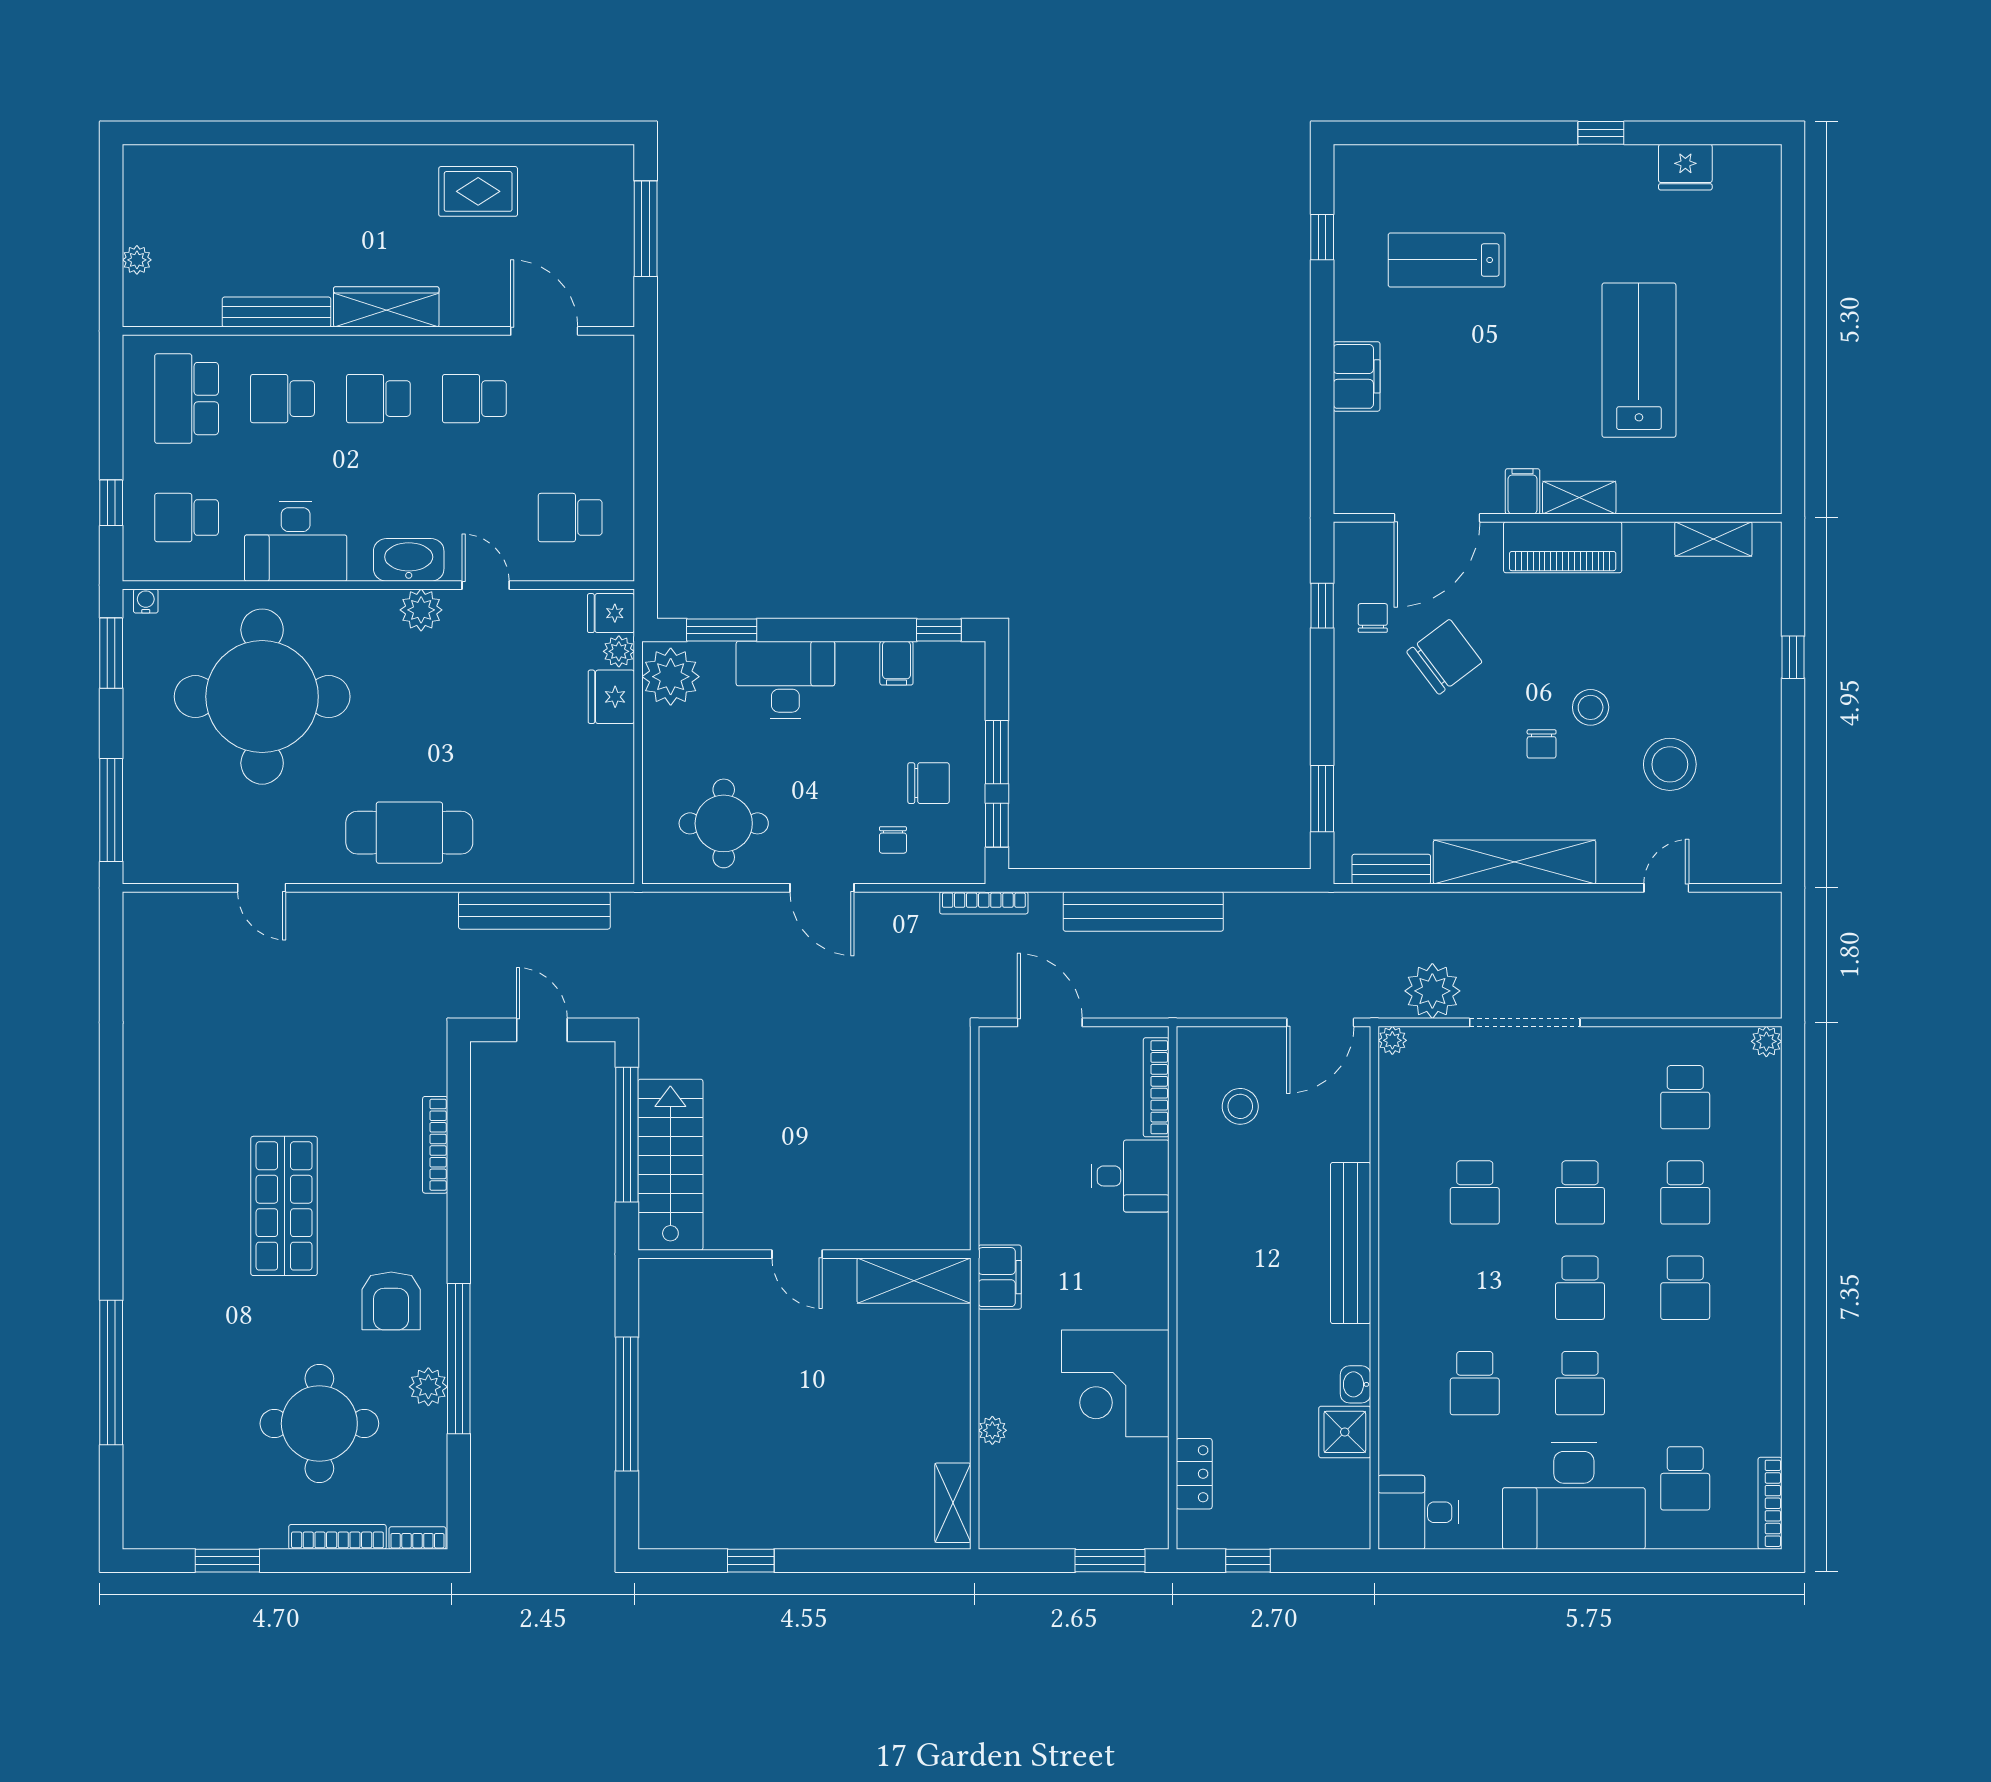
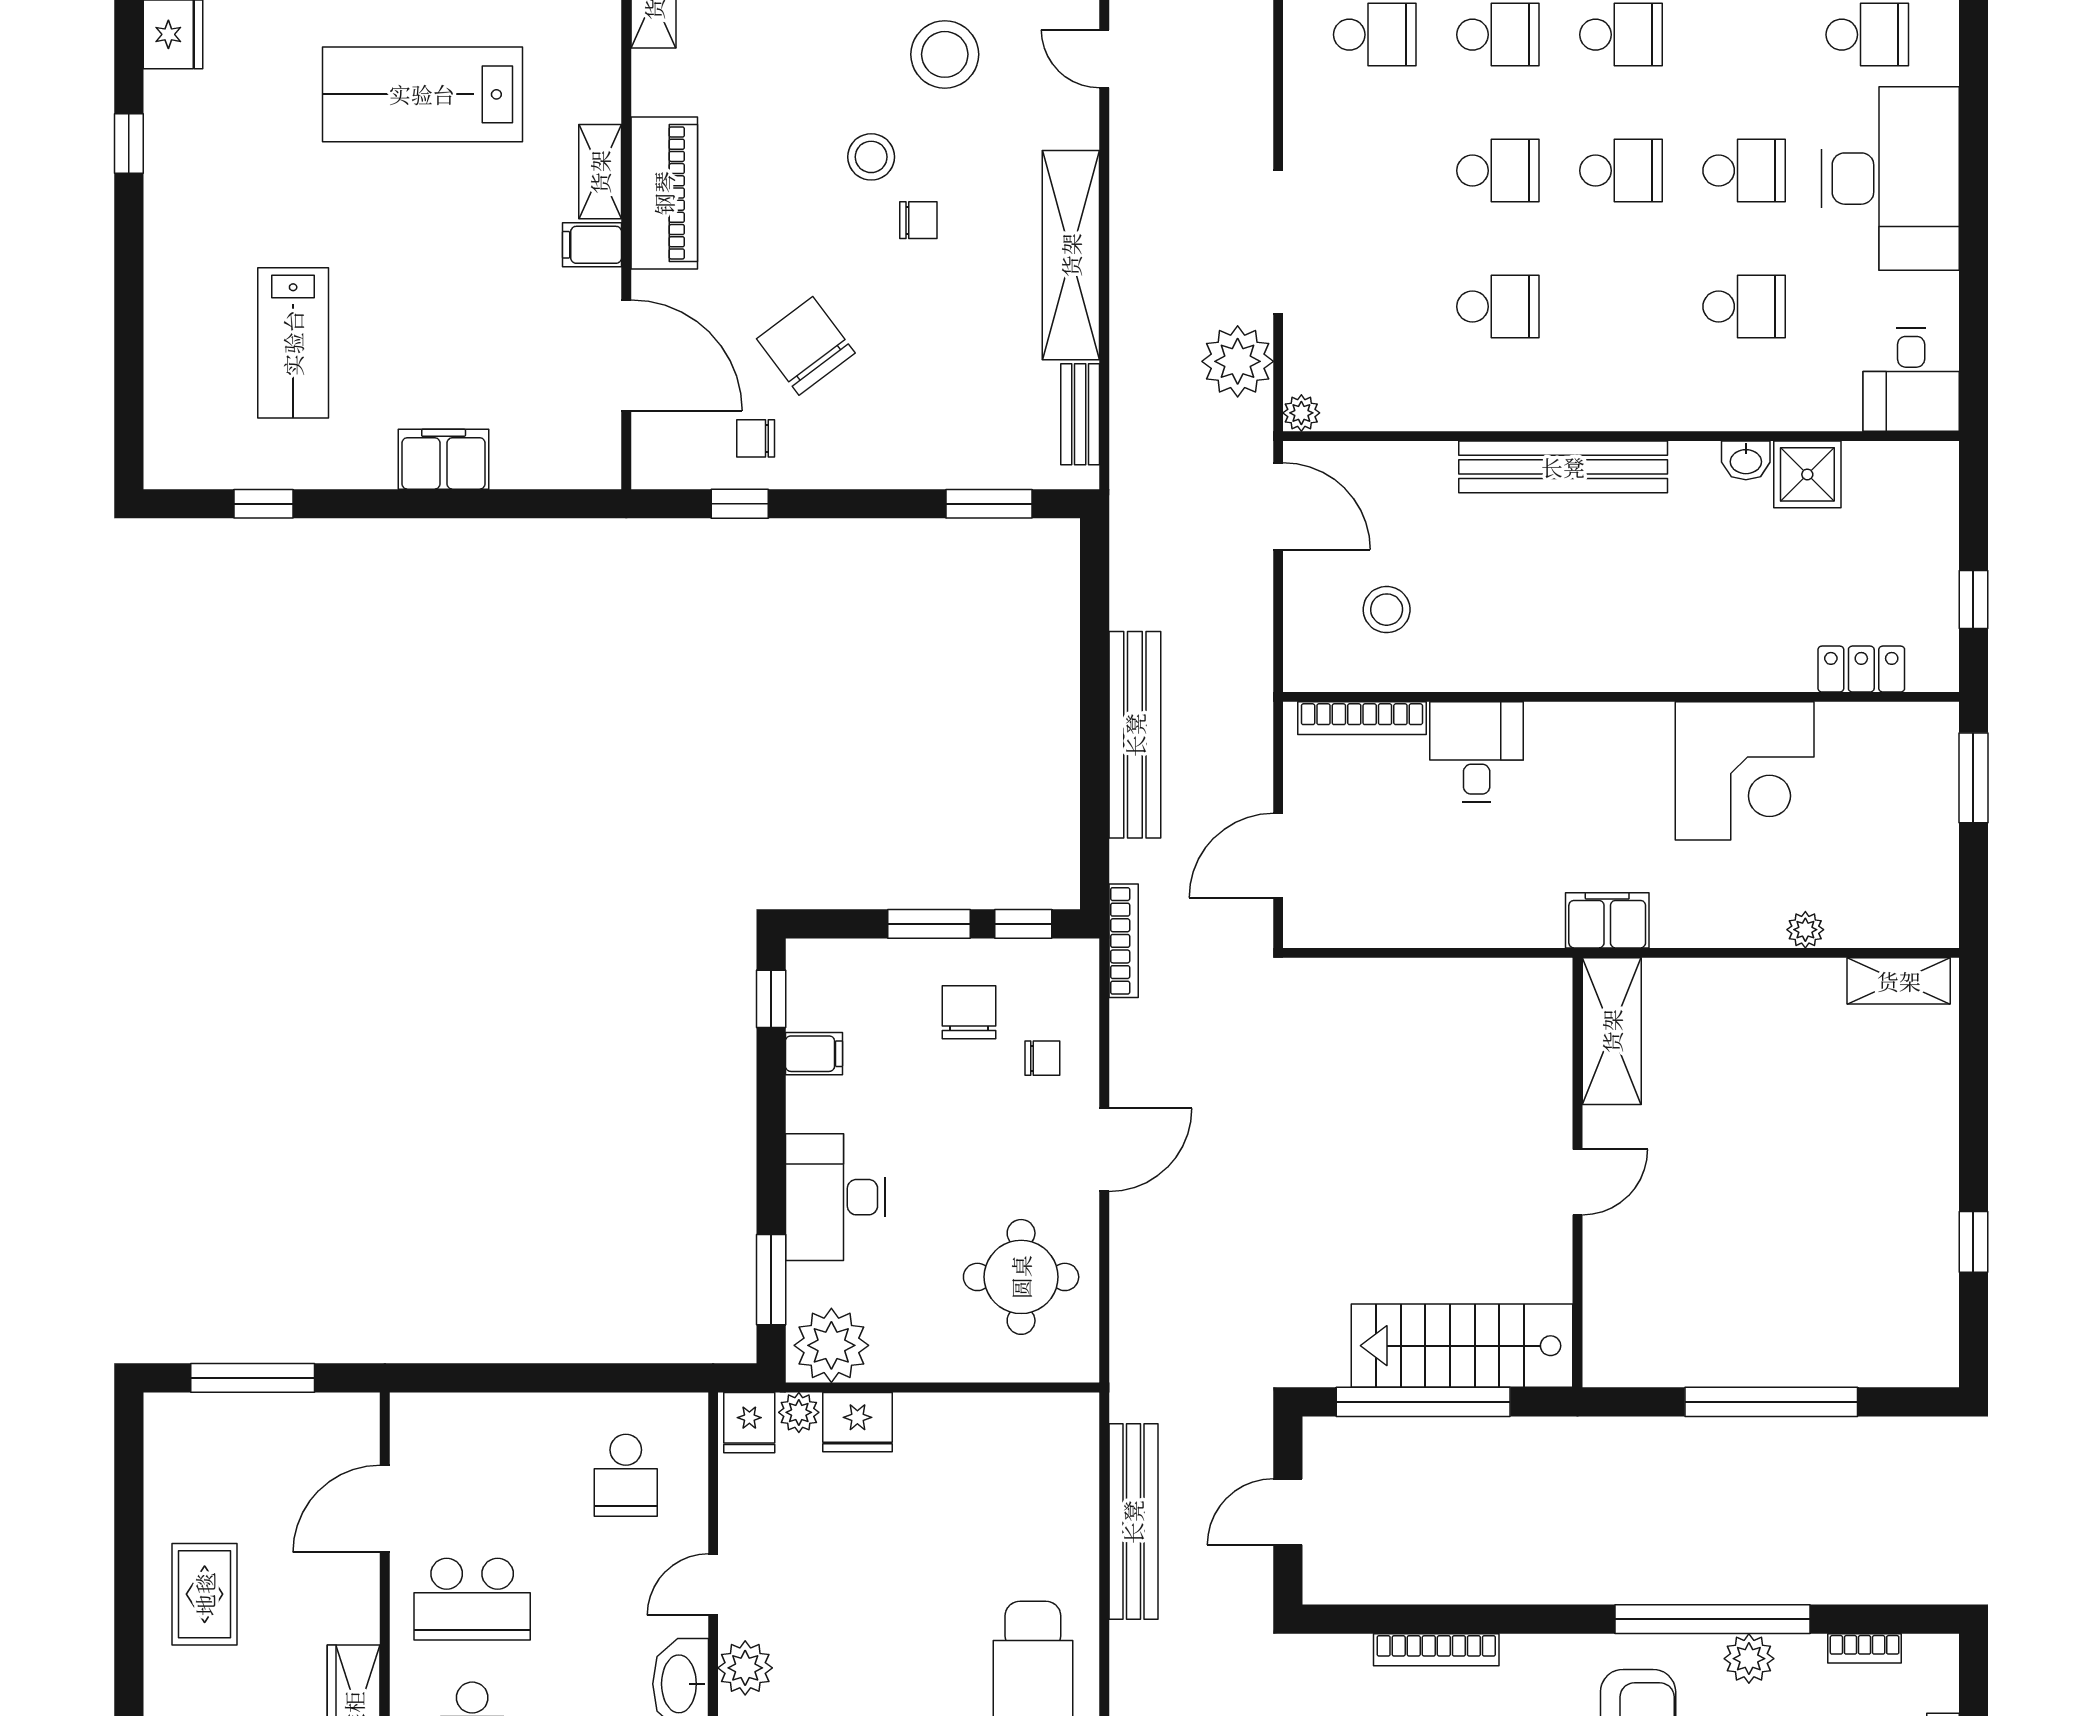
school desk: (474, 399) -> (472, 1599), width x1.85
bookcase: (417, 1538) -> (1865, 1648), moved, turned -90

